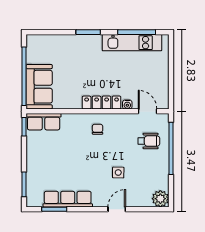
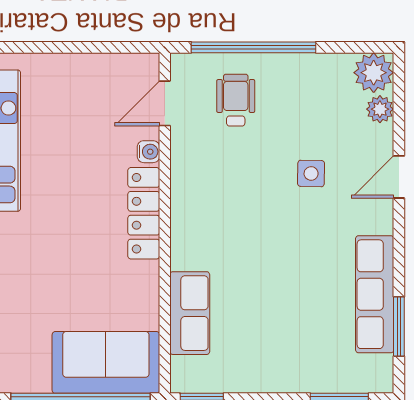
row of seats: (44, 122) -> (190, 313), moved
chair: (98, 129) -> (207, 223), removed
plant: (145, 201) -> (380, 109), added
door: (117, 209) -> (399, 177), hinge flipped

